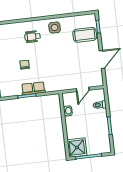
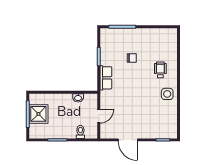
coffee table: (85, 35) -> (156, 125), removed
row of seats: (33, 88) -> (106, 78), moved
door: (83, 89) -> (99, 116), swing flipped
shower: (77, 148) -> (38, 114), moved

